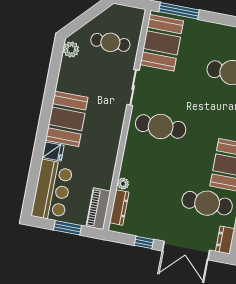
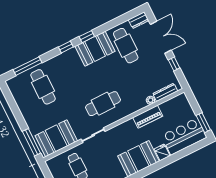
cafe table: (161, 126) -> (103, 104), turned 90
piano: (98, 209) -> (148, 117), moved
window: (68, 228) -> (203, 123), moved

